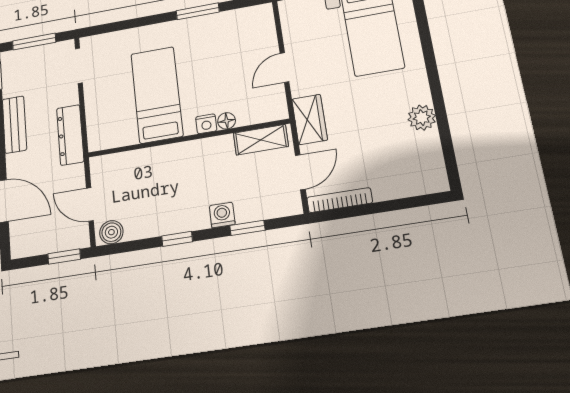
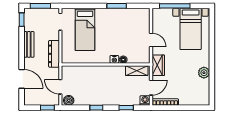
door: (284, 68) -> (151, 40), swing flipped
bed: (157, 95) -> (85, 29), moved, turned 180
washing machine: (222, 215) -> (145, 101), moved

